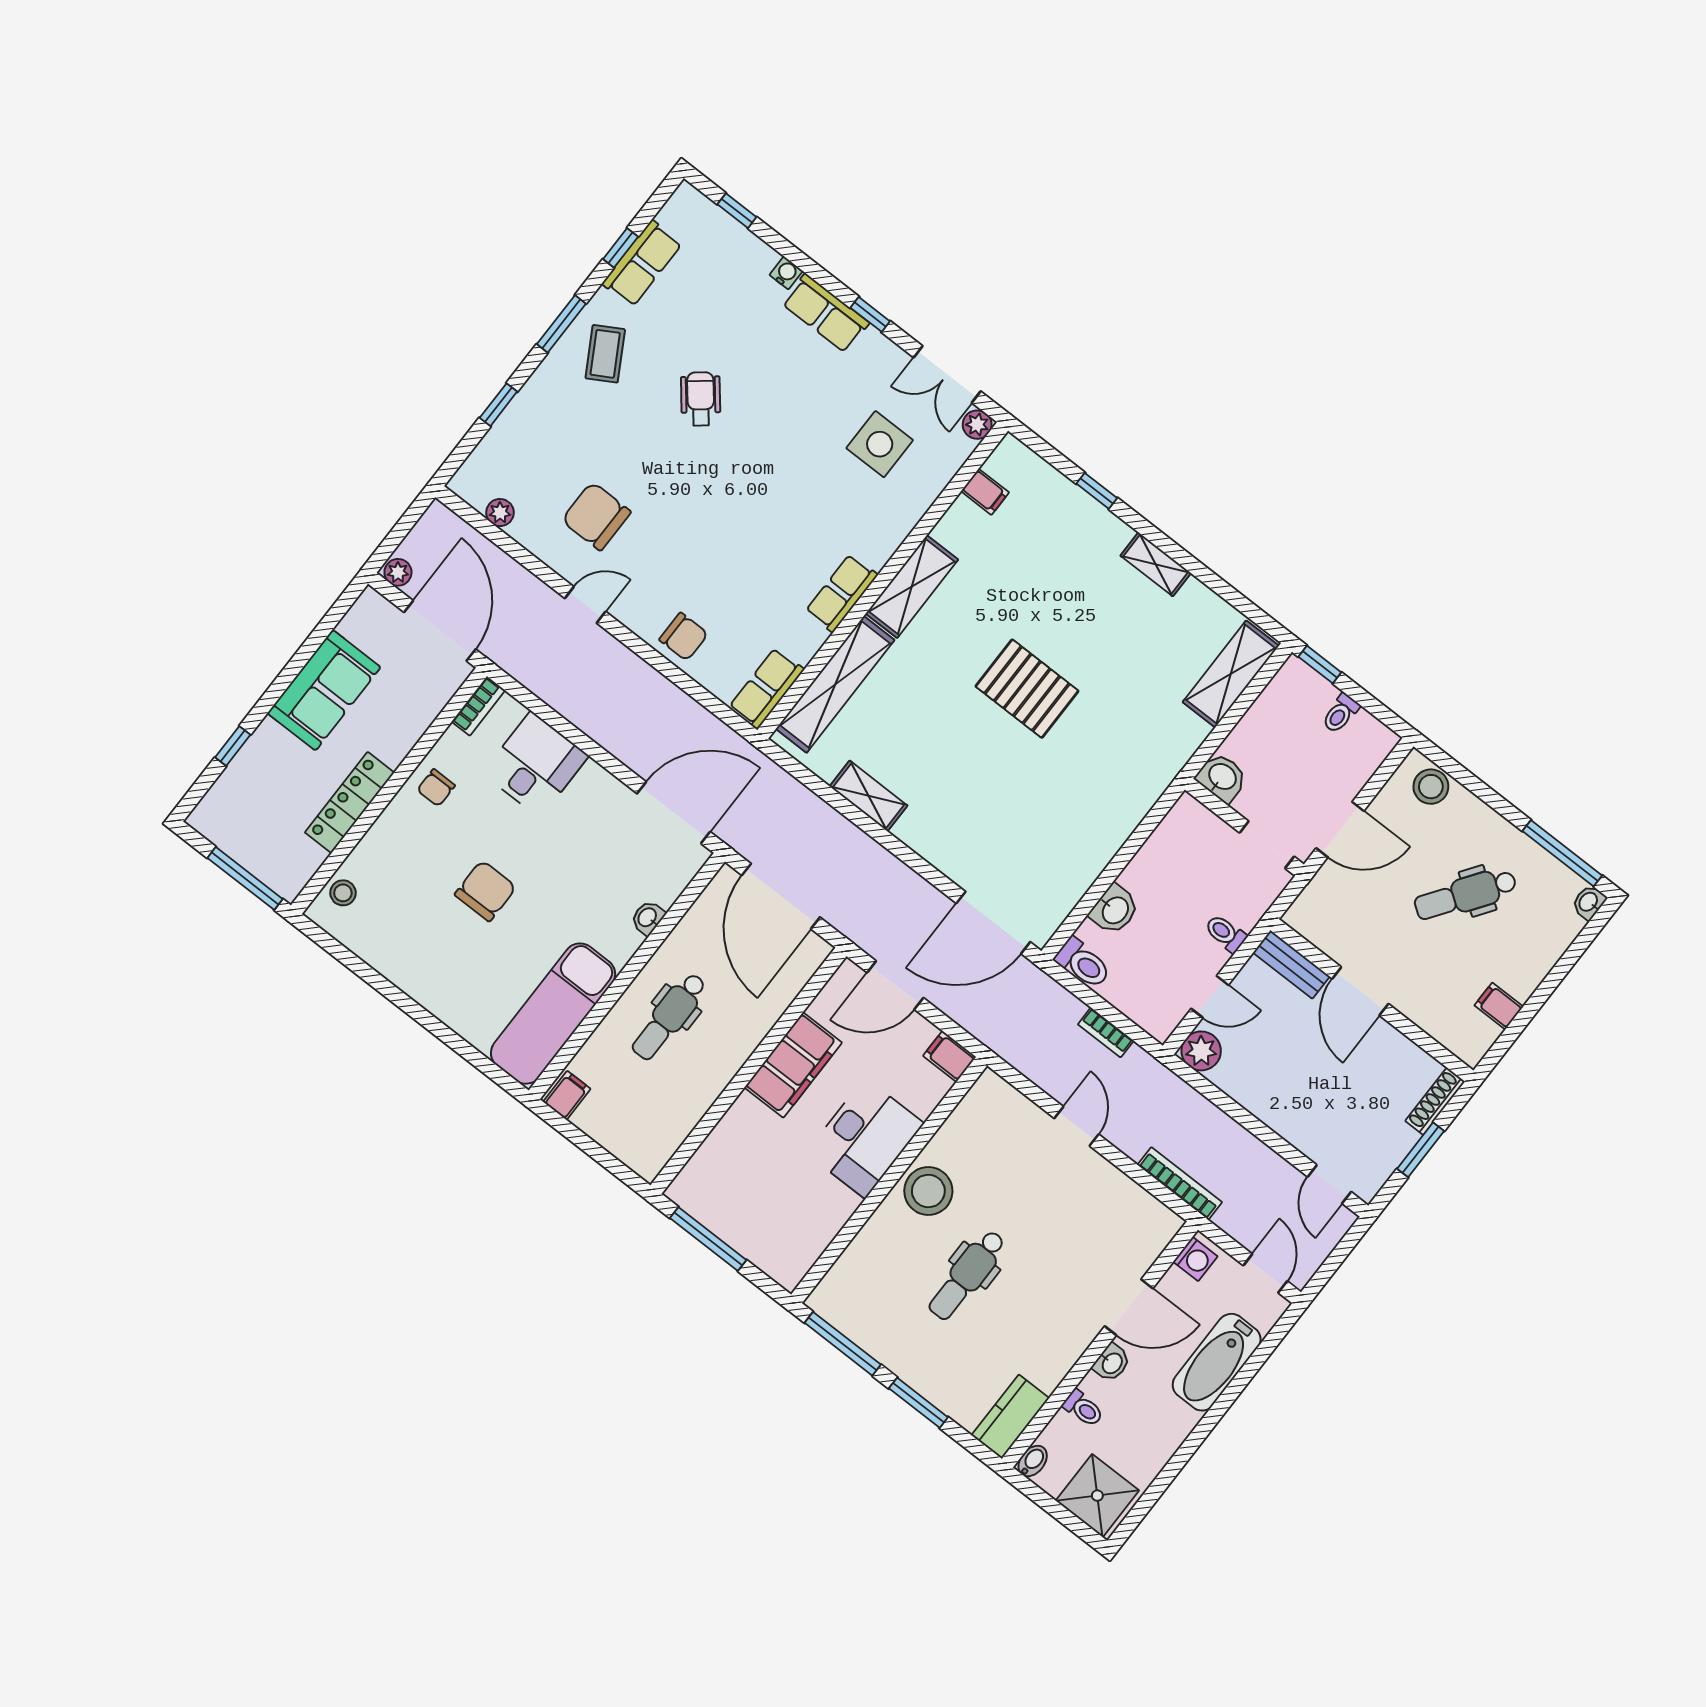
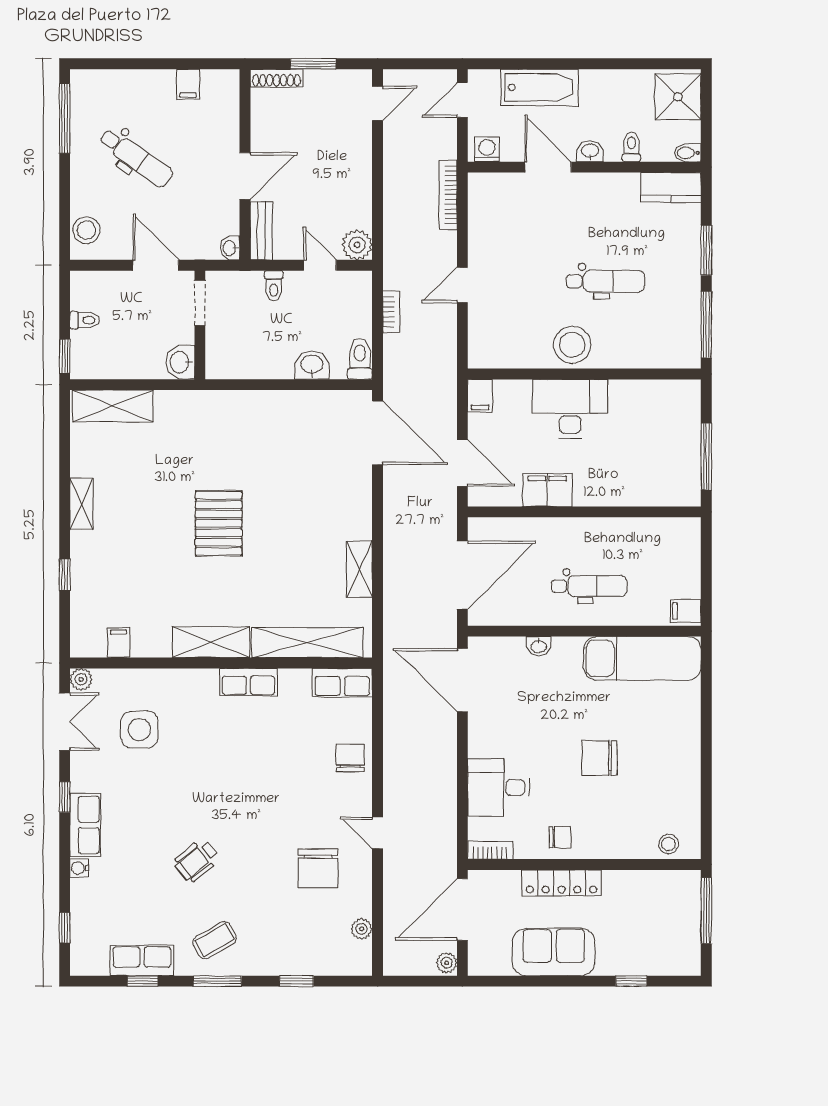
locker: (350, 803) -> (561, 883), moved
washbasin: (1589, 902) -> (230, 248), moved, turned 90
filing cabinet: (793, 1065) -> (547, 490), width x0.67, depth x0.86

